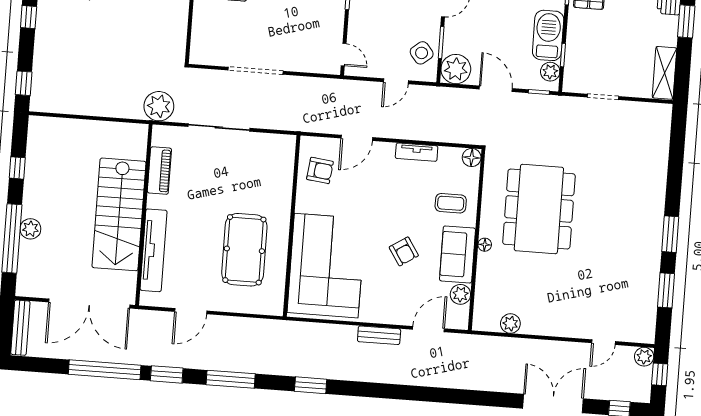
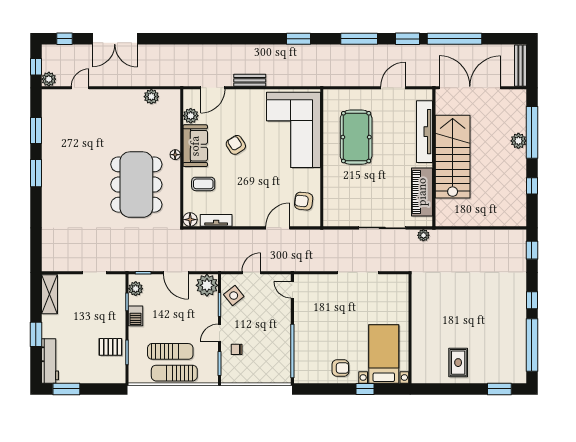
barbecue: (548, 35) -> (136, 316), width x0.53, depth x0.65
plant: (159, 106) -> (423, 235), width x0.53, depth x0.53
tv unit: (417, 152) -> (216, 220), moved
piano: (159, 171) -> (422, 192), width x1.37, depth x1.33

